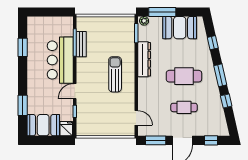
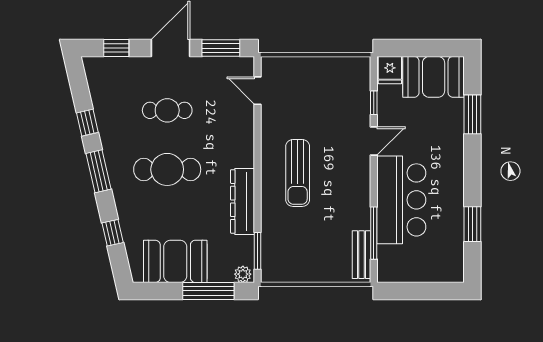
bench: (81, 44) -> (361, 255), moved

